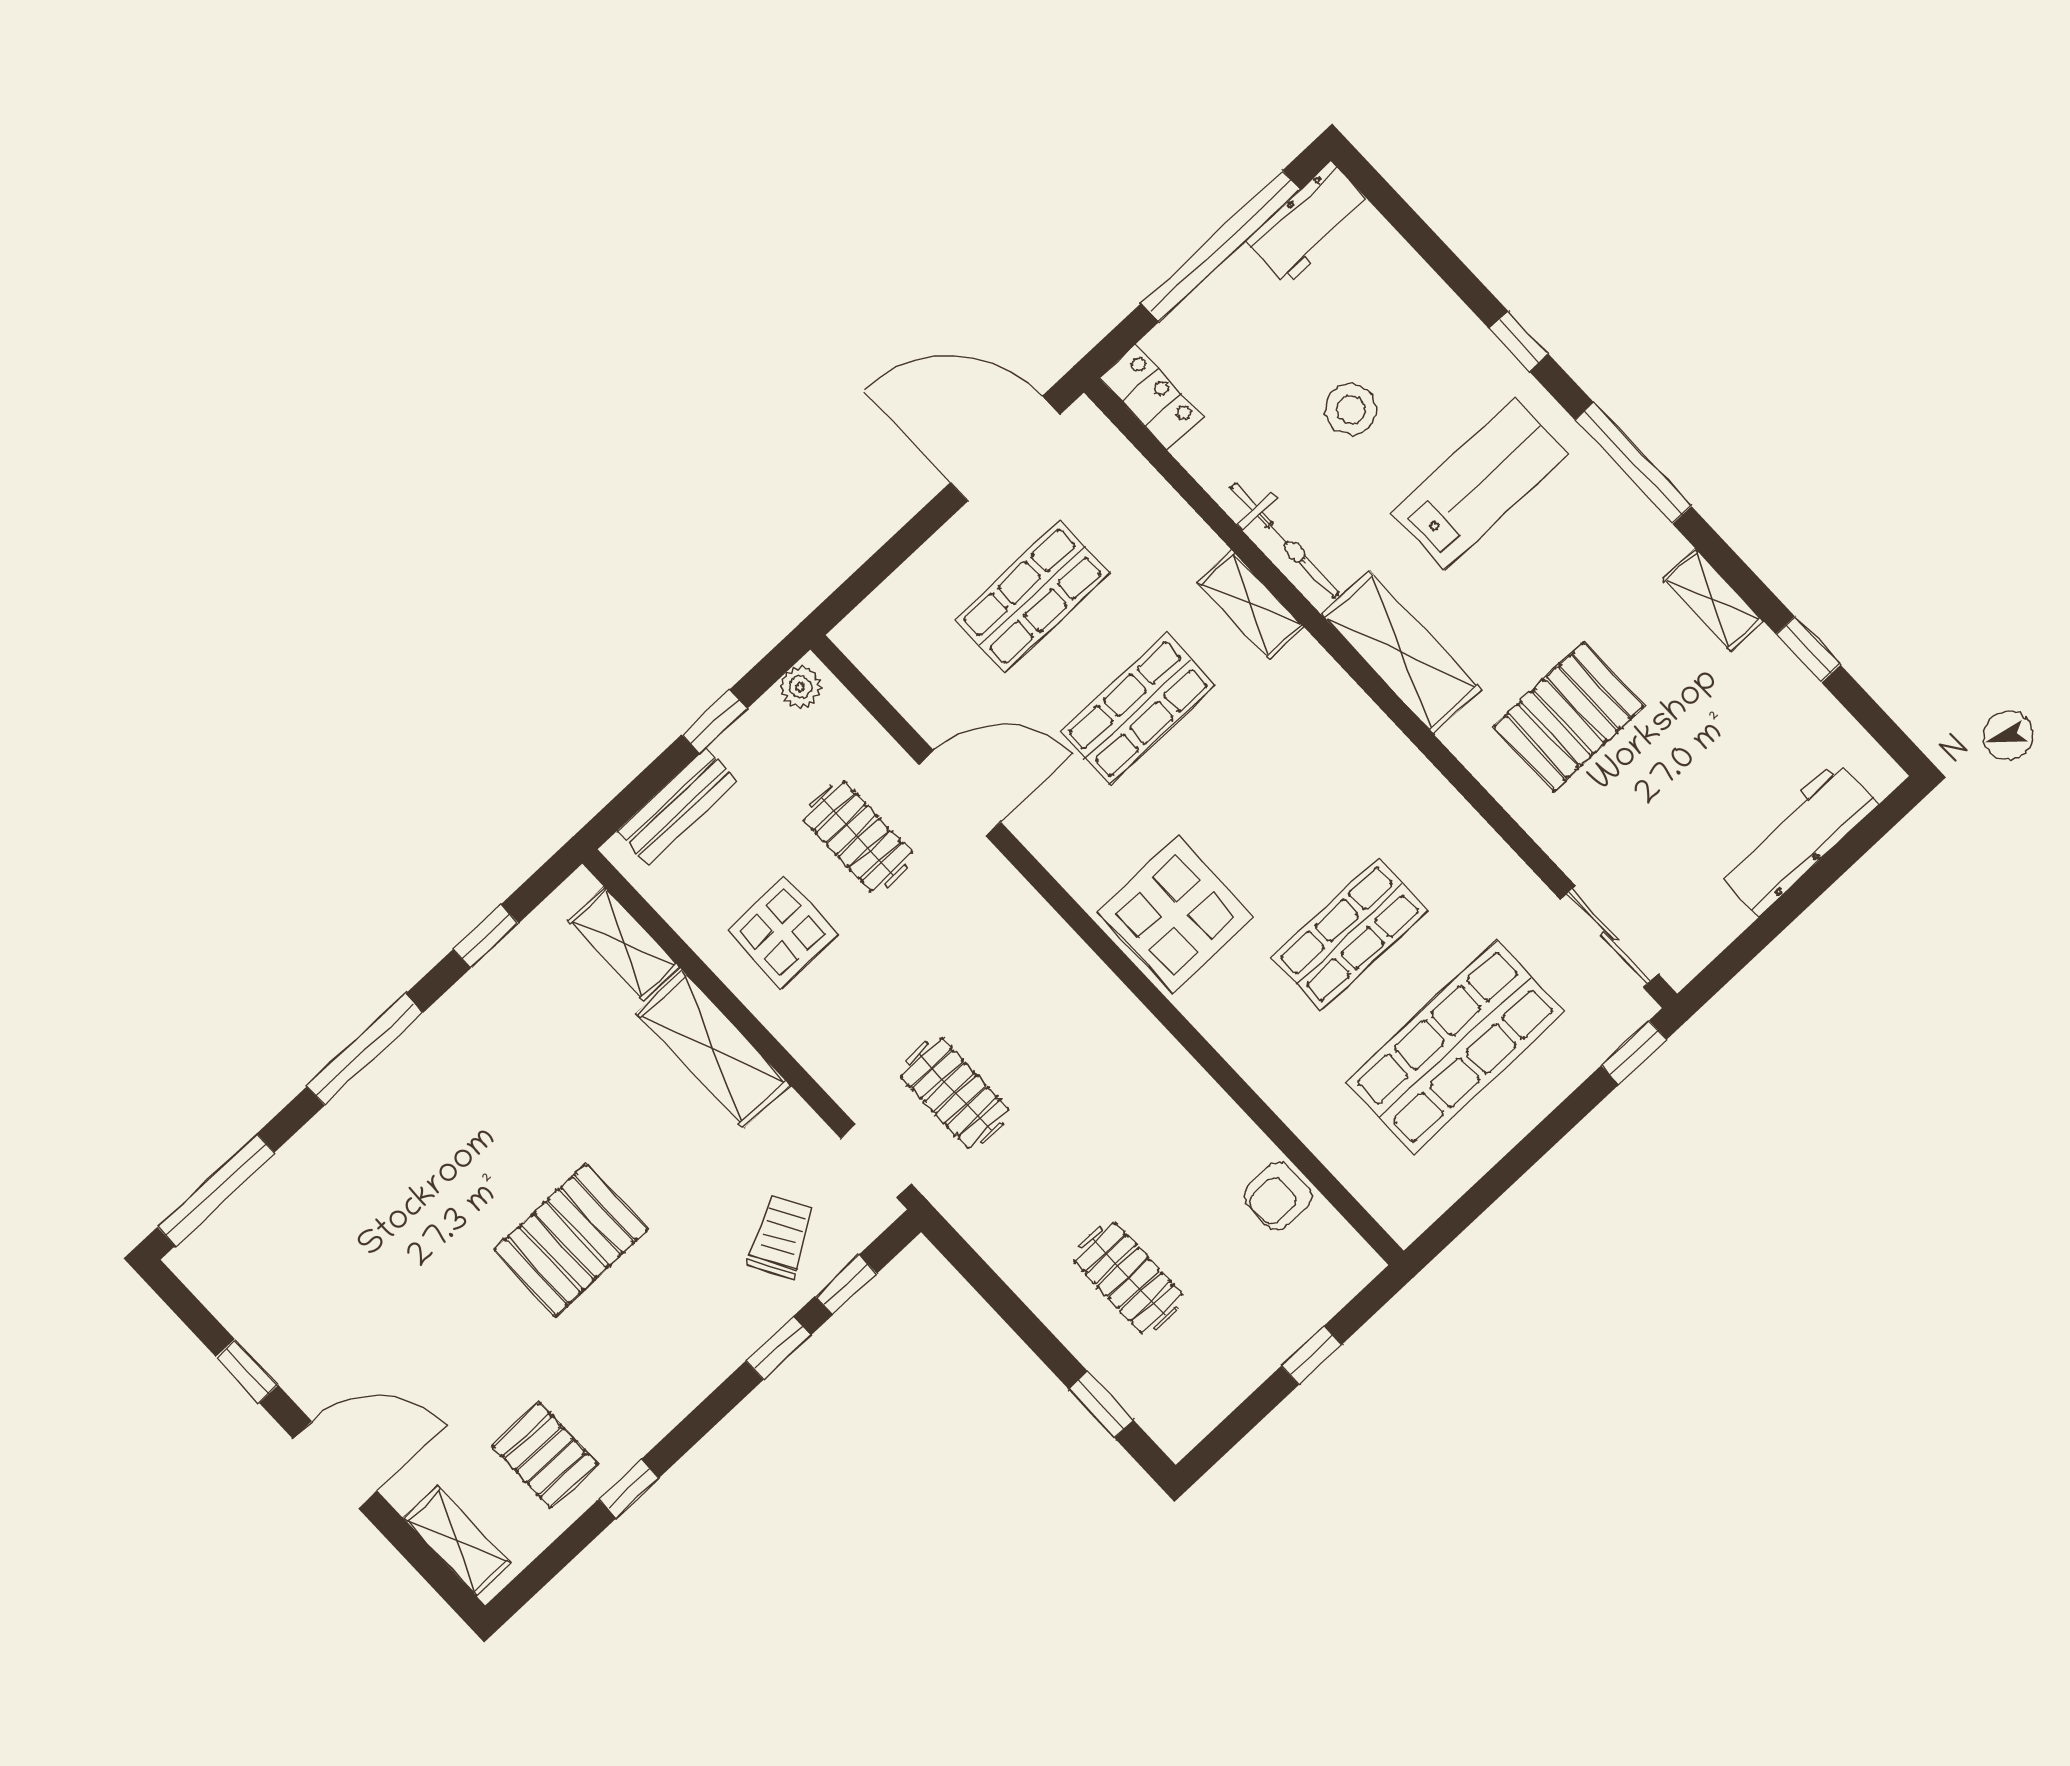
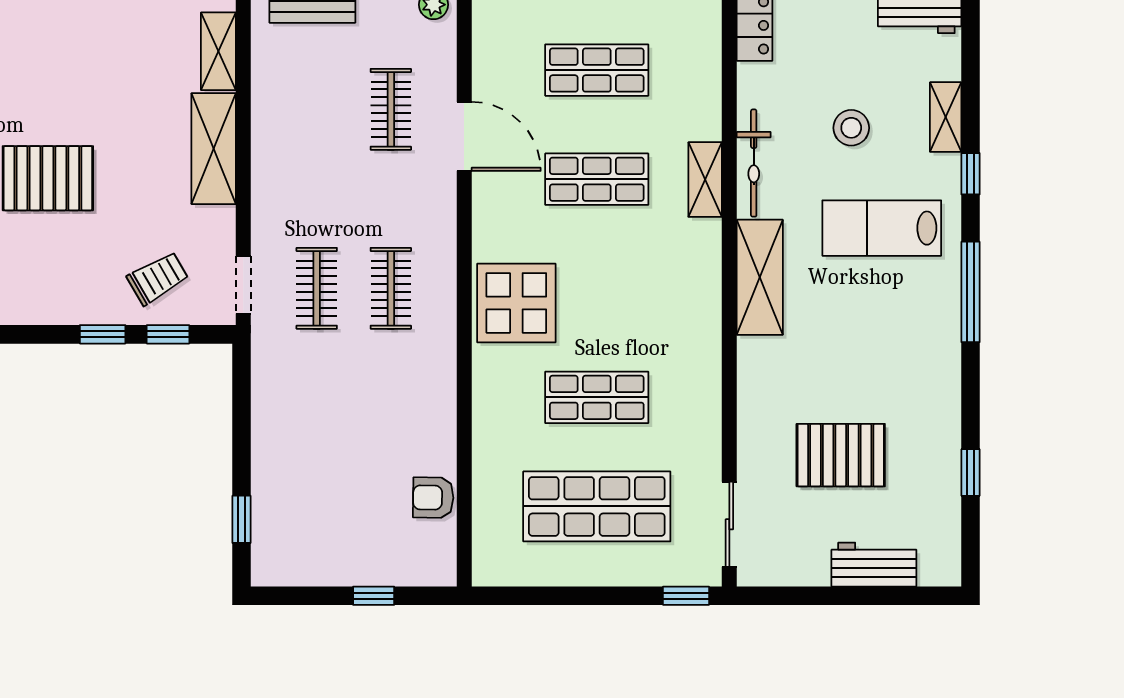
lab bench: (1480, 483) -> (882, 228), turned 180
shelving: (1713, 600) -> (946, 117), moved
pallet: (1569, 716) -> (841, 455), moved
workbench: (1798, 838) -> (874, 565), width x0.73
display table: (782, 932) -> (306, 122), removed
clothes rail: (1128, 1278) -> (391, 288), moved

